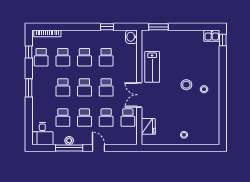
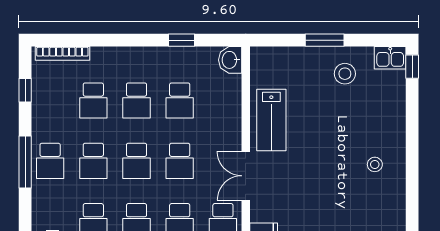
window: (159, 27) -> (325, 40), moved
school desk: (41, 57) -> (50, 161), moved
stool: (186, 85) -> (345, 74), moved
window: (29, 88) -> (25, 162), width x1.44

